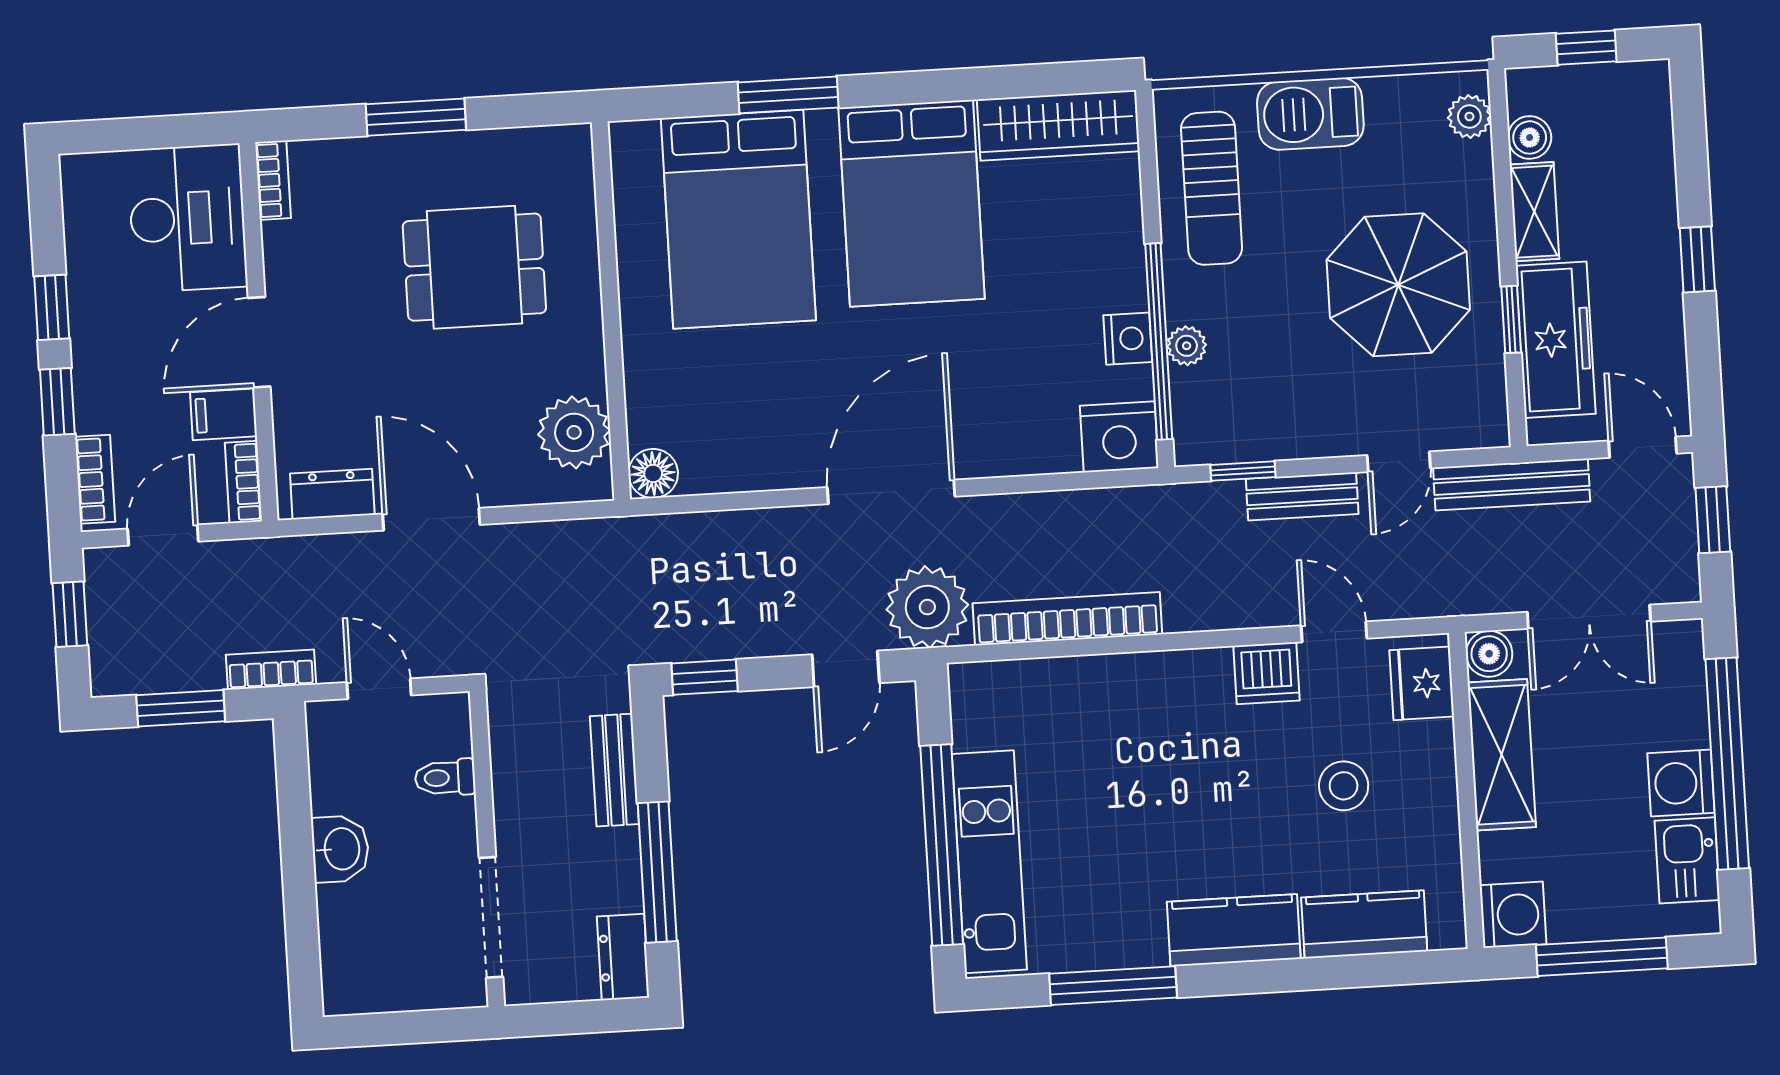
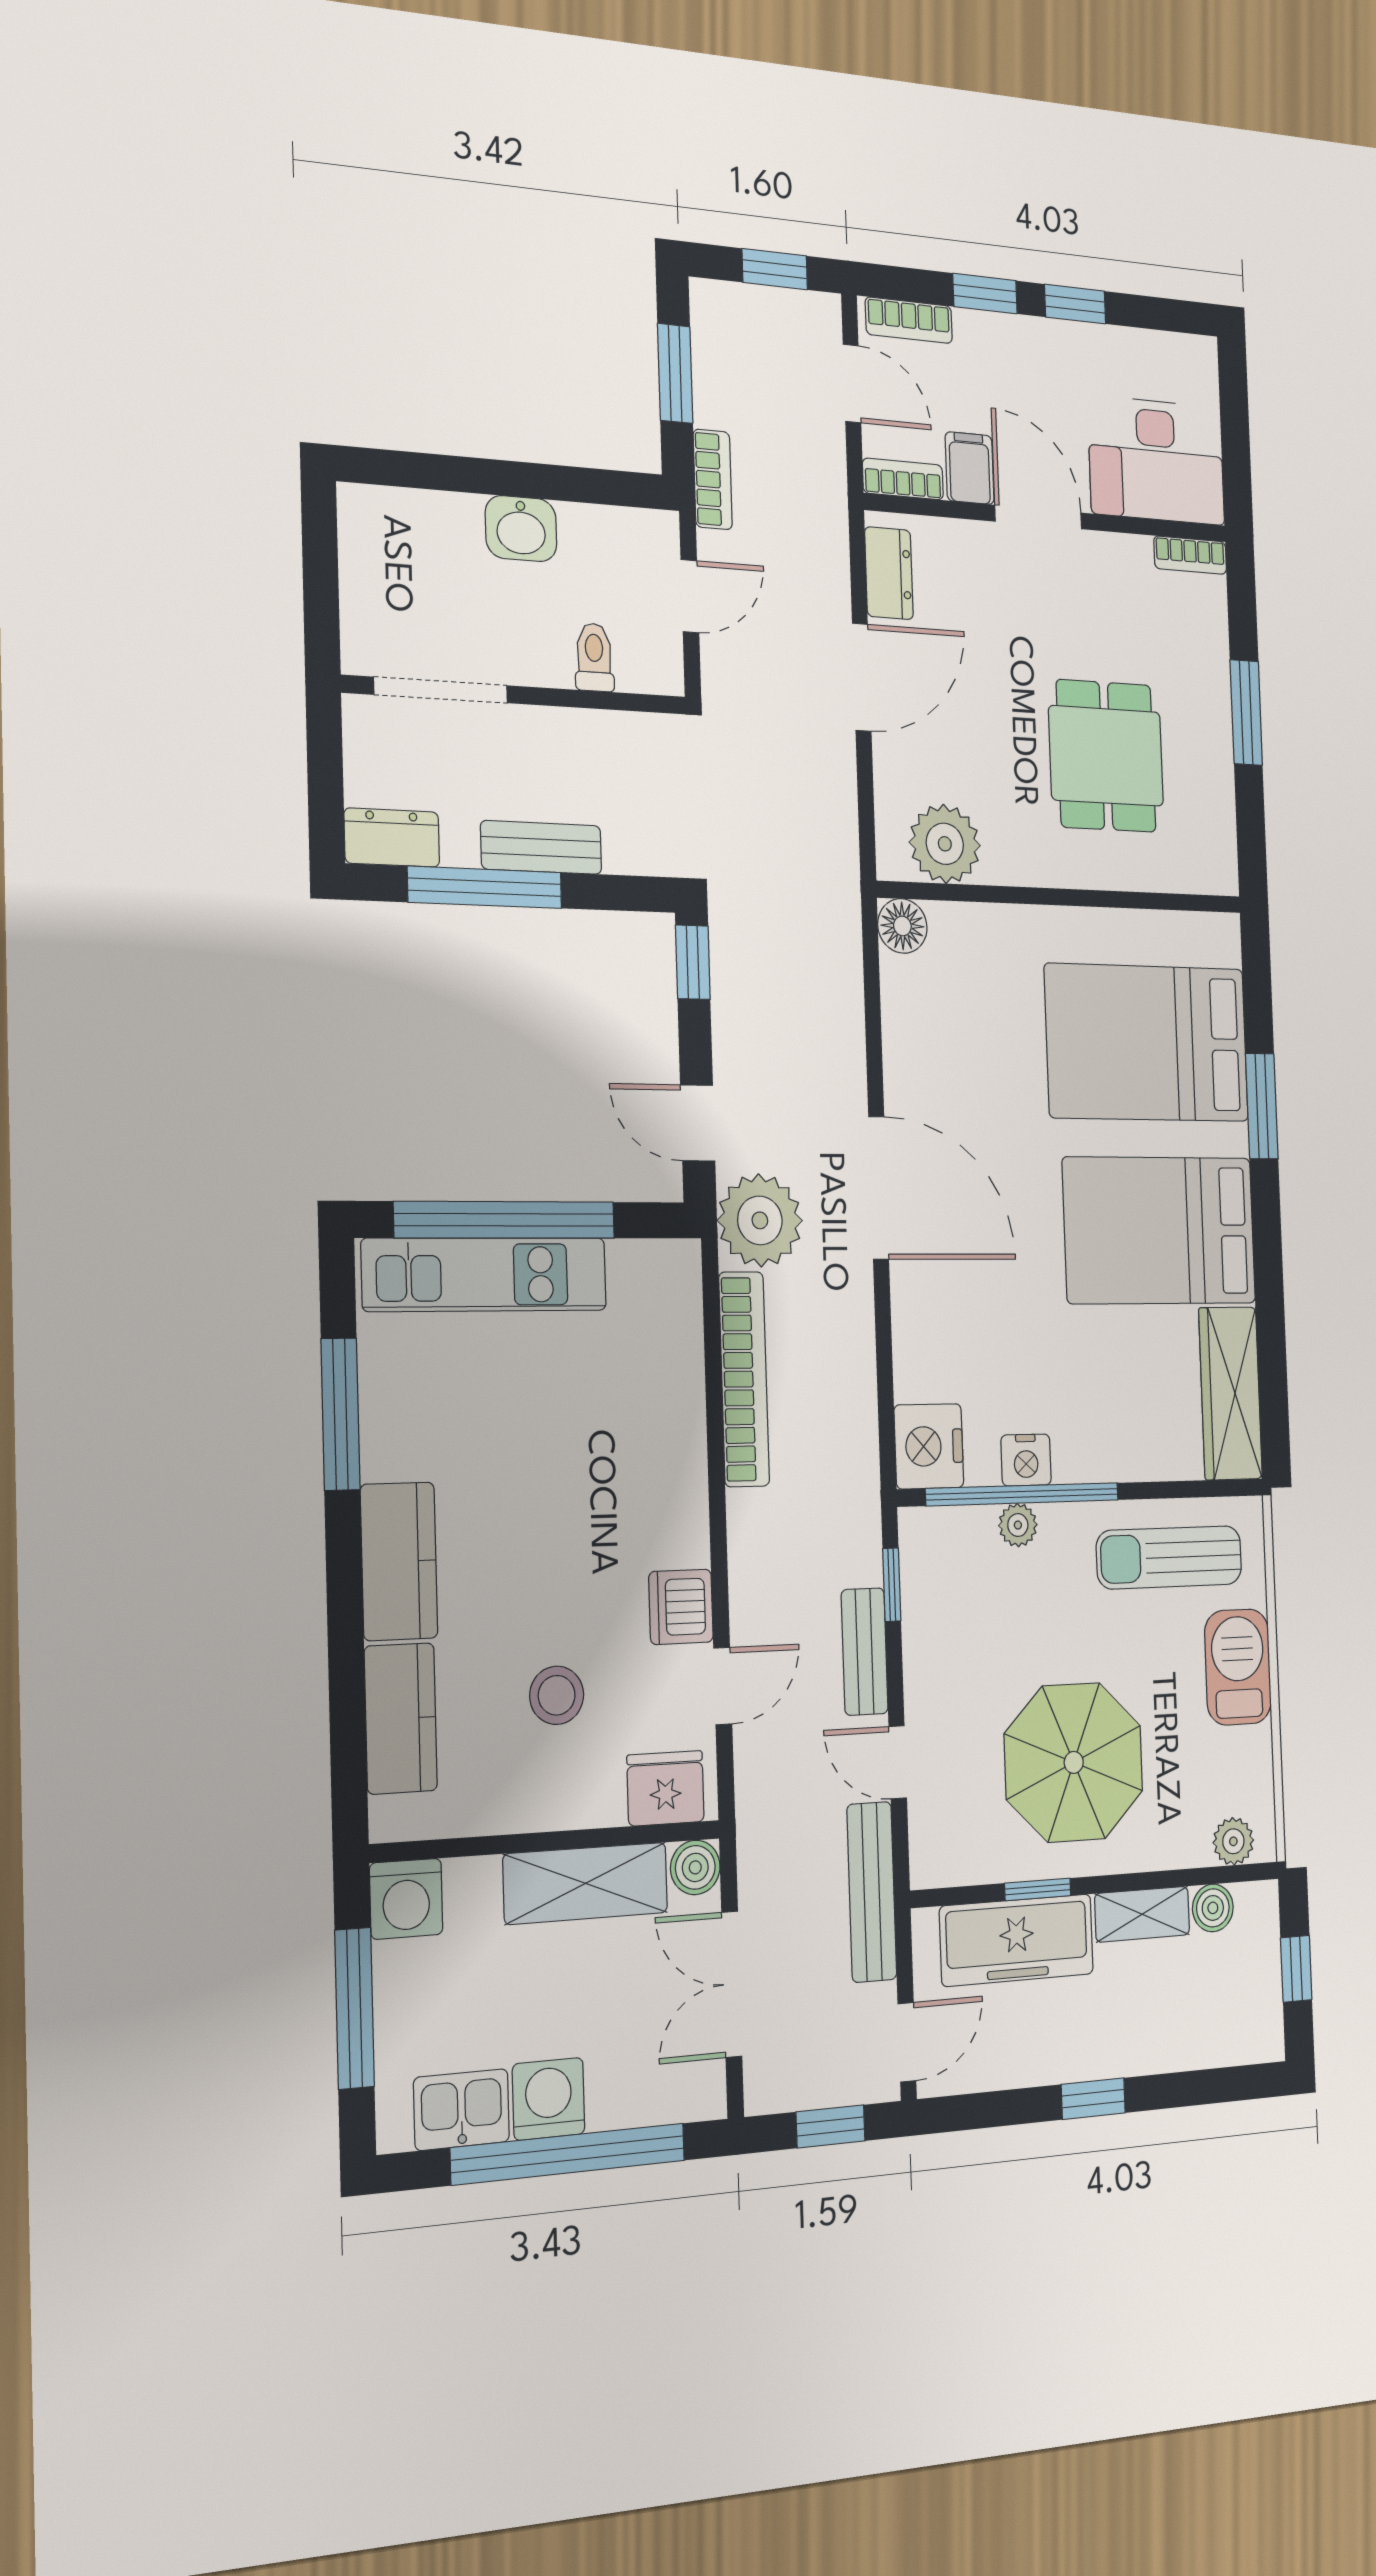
bench: (614, 770) -> (541, 847), moved

